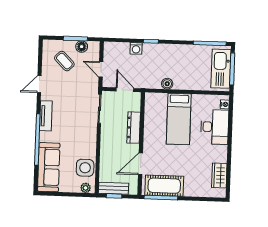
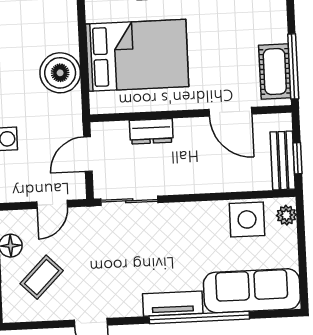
boiler: (167, 84) -> (60, 73), width x1.86, depth x1.86
tv unit: (46, 116) -> (173, 304), moved
bed: (179, 119) -> (137, 55), width x1.50
dresser: (134, 128) -> (151, 131), width x0.70
cot: (164, 186) -> (275, 72), width x0.73, depth x0.75

